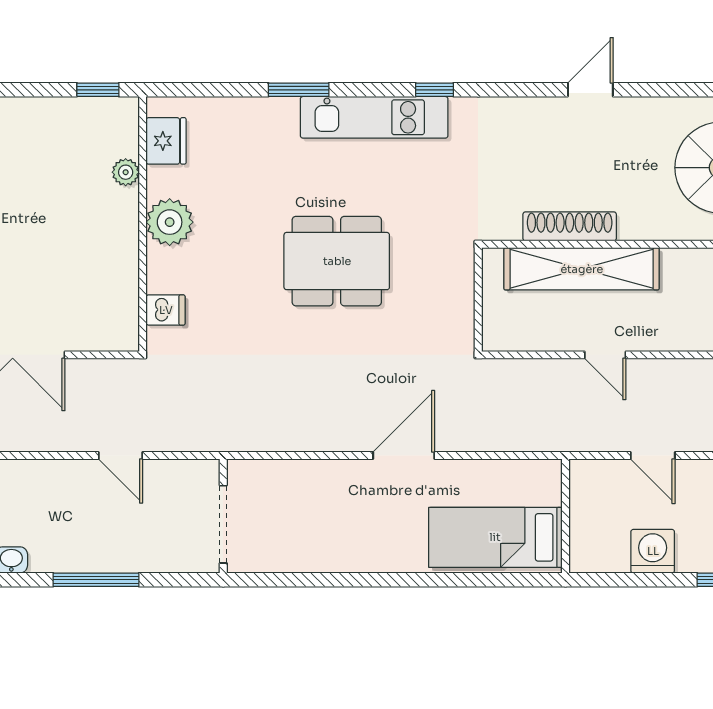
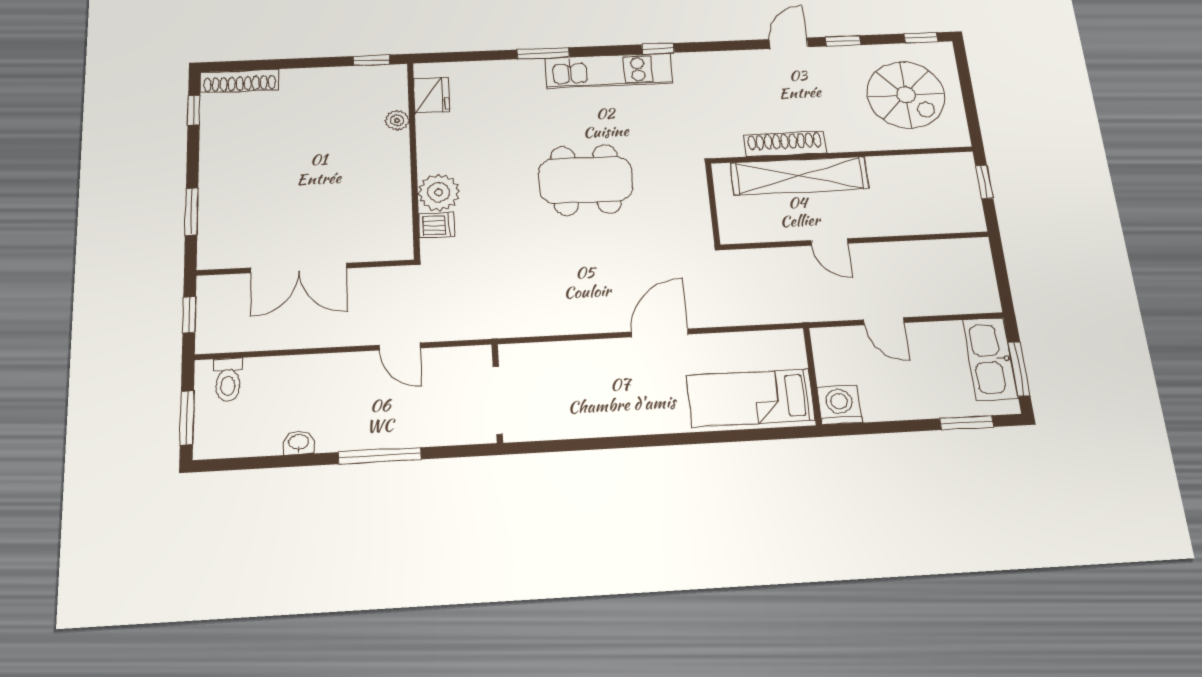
window: (656, 90) -> (843, 41), added
plant: (170, 222) -> (439, 192), moved
washing machine: (653, 551) -> (840, 405), moved

